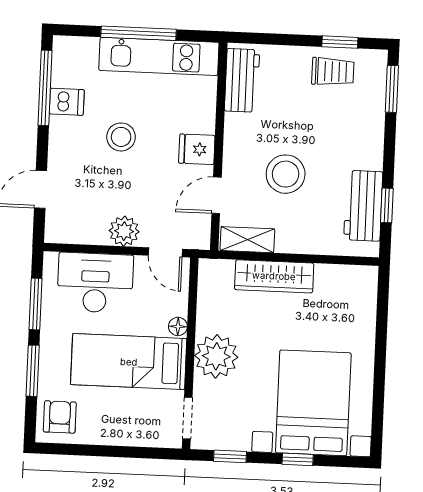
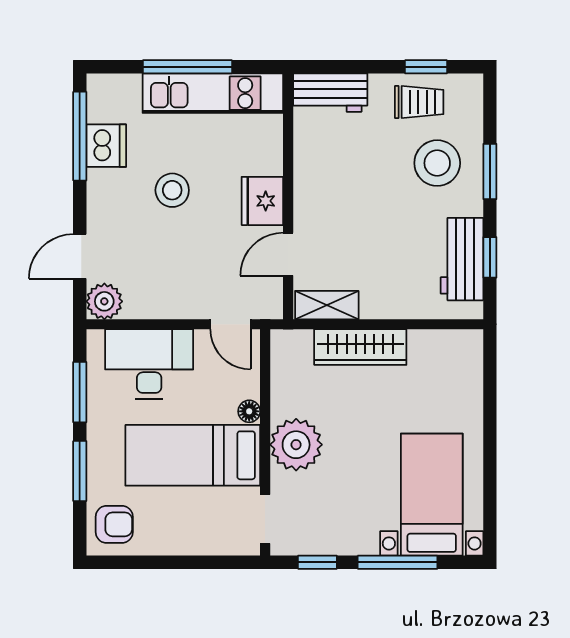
workbench: (242, 80) -> (330, 93), moved, turned 90
window: (392, 89) -> (490, 172), moved
dishwasher: (67, 102) -> (106, 146), width x1.38
fridge: (197, 149) -> (262, 201), width x1.38
stool: (286, 174) -> (437, 163), moved
plant: (124, 231) -> (104, 301), moved
bed with nightstands: (313, 403) -> (432, 495), width x0.73
armchair: (60, 417) -> (114, 524), turned 90
window: (298, 459) -> (398, 562), width x2.17

